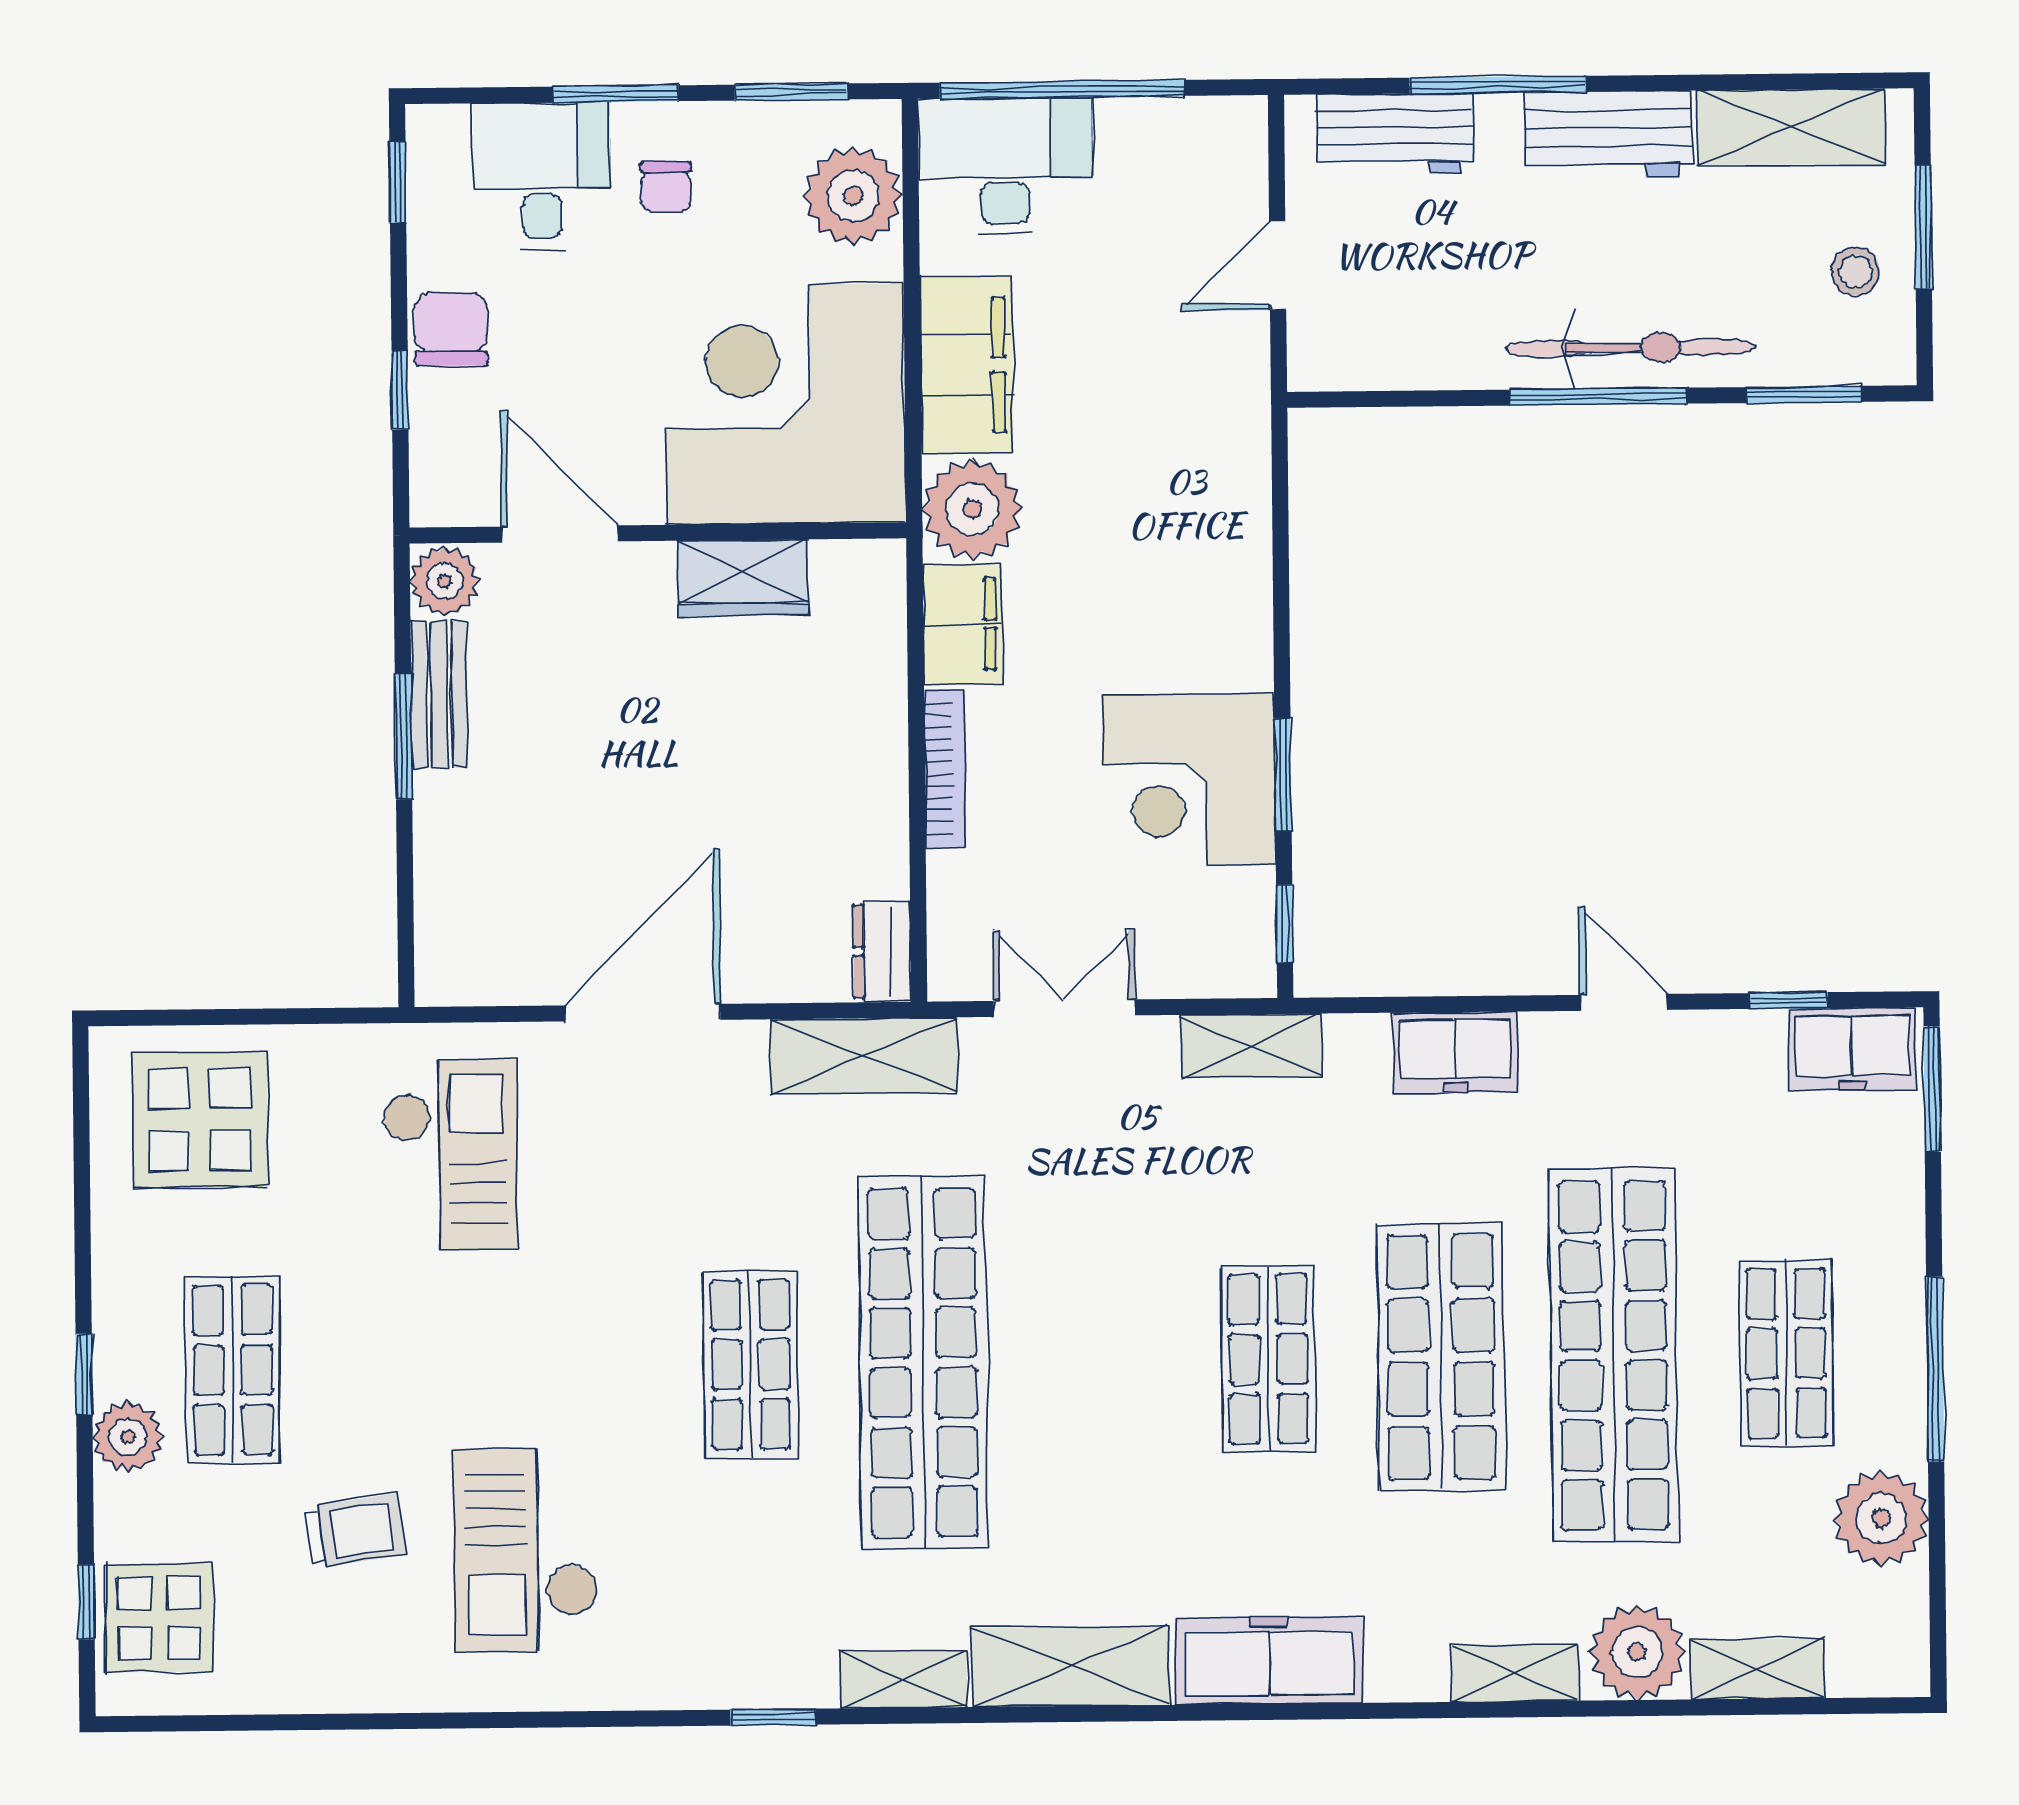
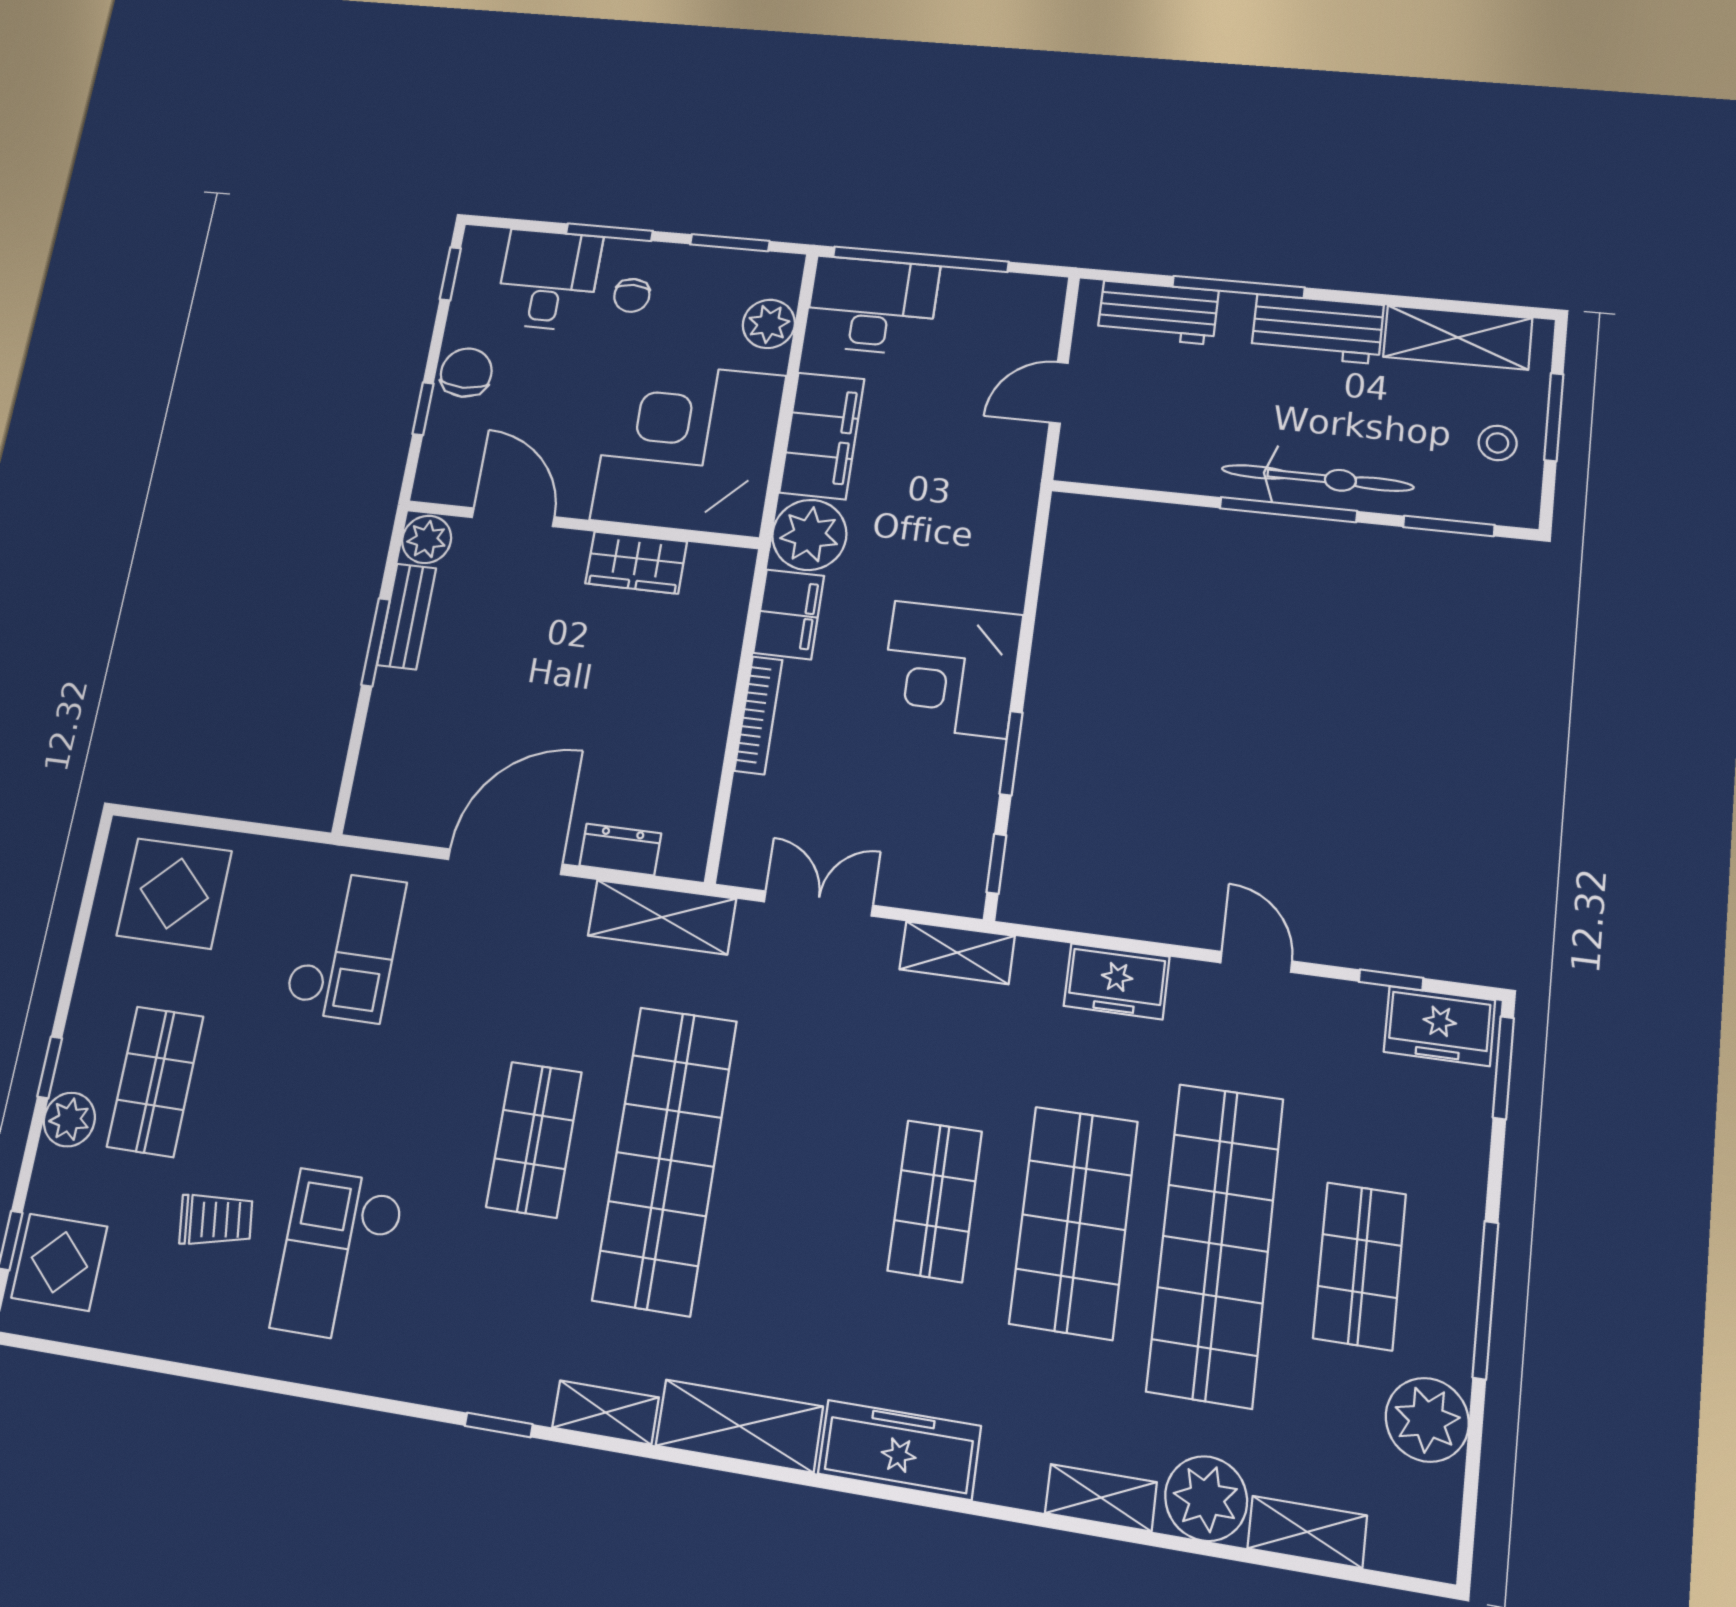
plant: (853, 196) -> (769, 324), width x0.73, depth x0.73
corner desk: (1189, 780) -> (950, 669), moved
dresser: (882, 951) -> (620, 849), moved, turned 90

